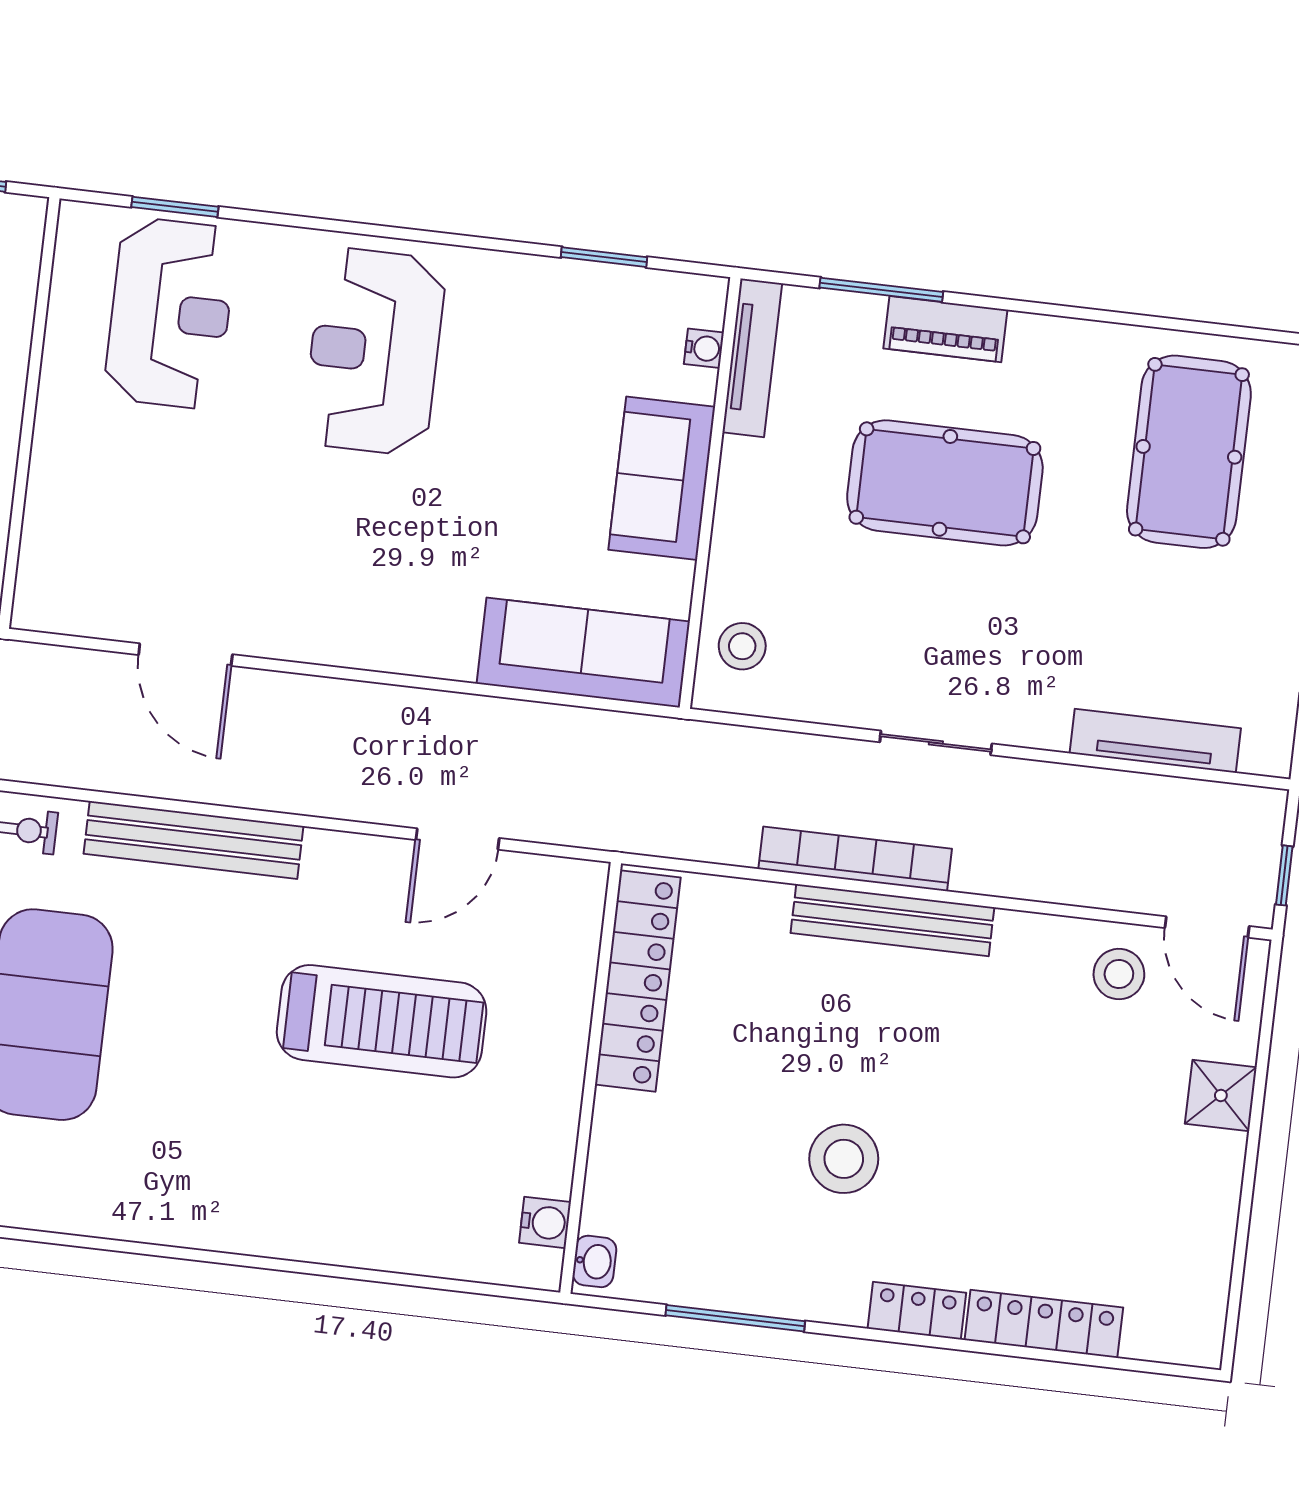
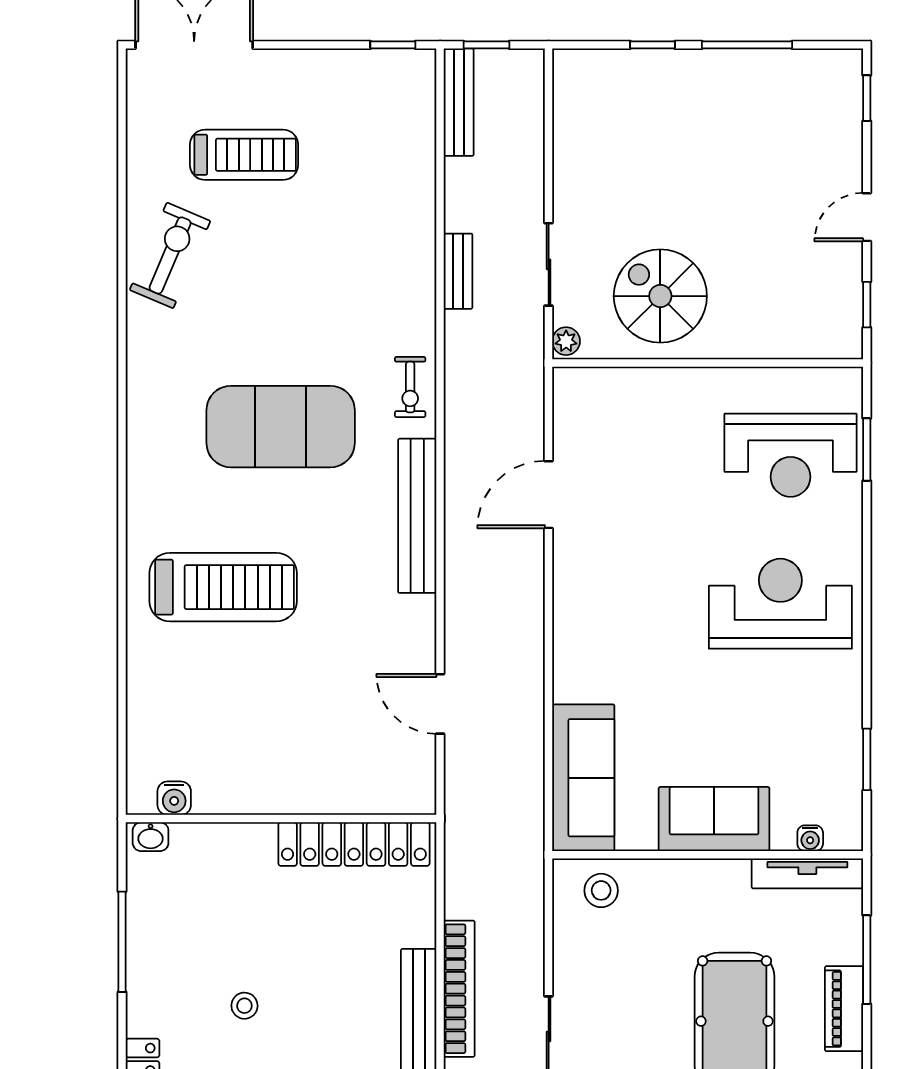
treadmill: (382, 1021) -> (223, 587), moved, turned -90
stool: (844, 1159) -> (244, 1006), width x0.53, depth x0.53

